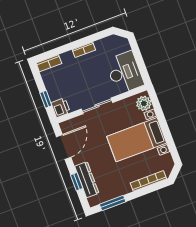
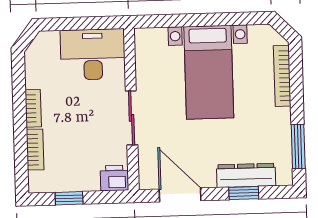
bookcase: (49, 63) -> (35, 150), moved
window: (46, 99) -> (69, 198), moved
plant: (144, 103) -> (154, 41), removed

